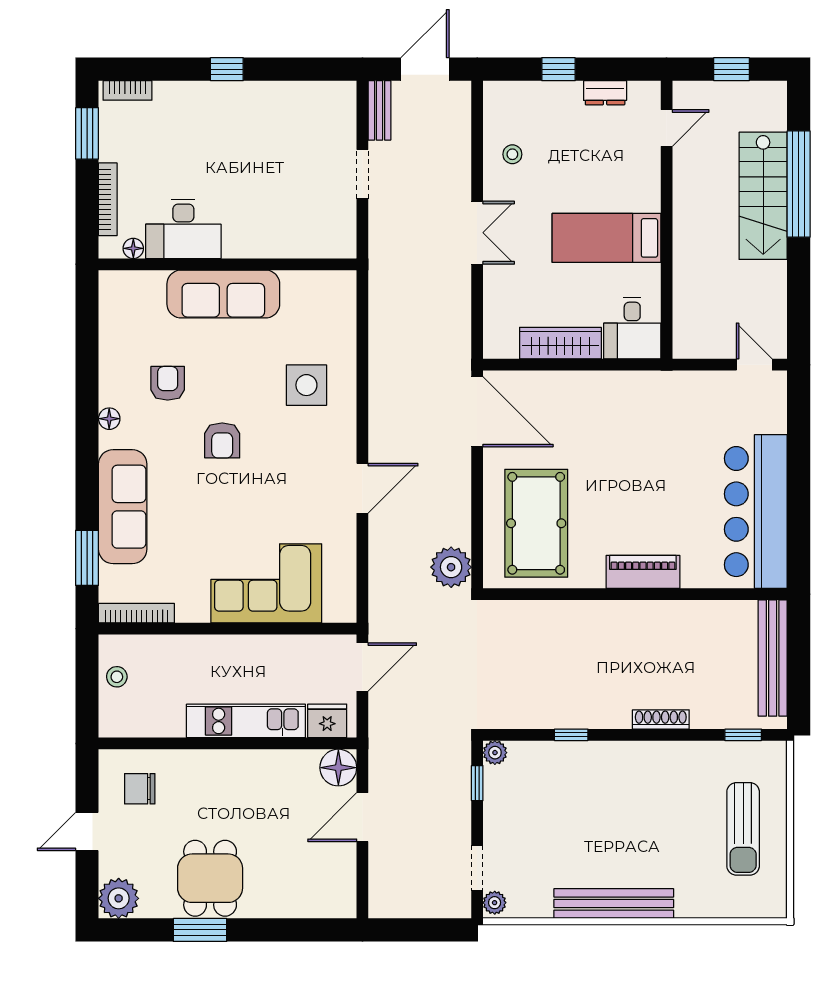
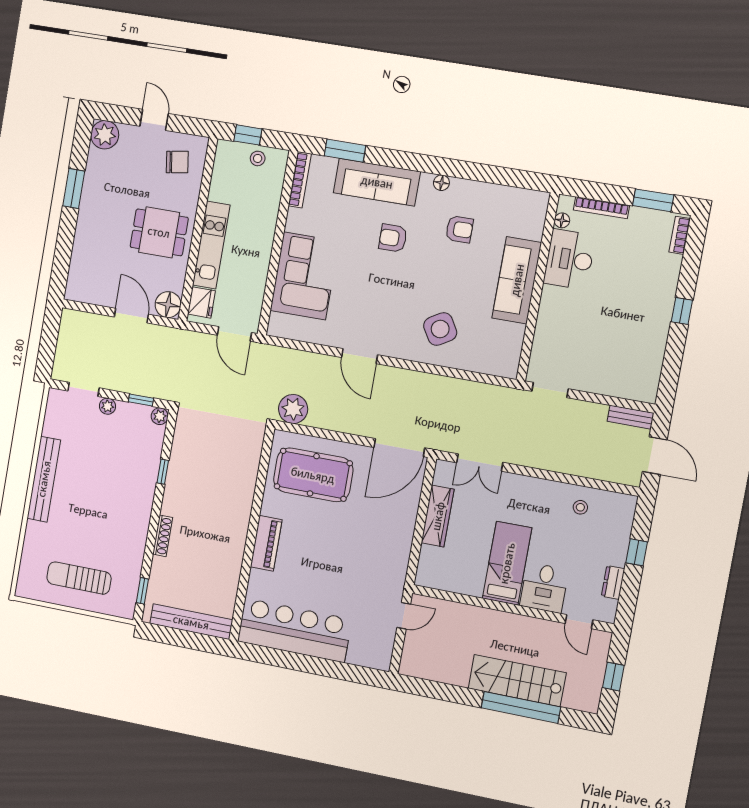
doorway: (362, 174) -> (550, 390), moved
double door: (477, 233) -> (480, 463), moved
desk: (632, 328) -> (544, 588), moved, turned -90
door: (754, 365) -> (404, 616), moved
side table: (306, 385) -> (440, 329), turned -31
armchair: (222, 440) -> (393, 238), moved
window: (87, 696) -> (248, 135), added
chair: (140, 789) -> (177, 162), turned 81
dining table: (210, 878) -> (159, 232), moved
plant: (495, 903) -> (107, 406), moved

